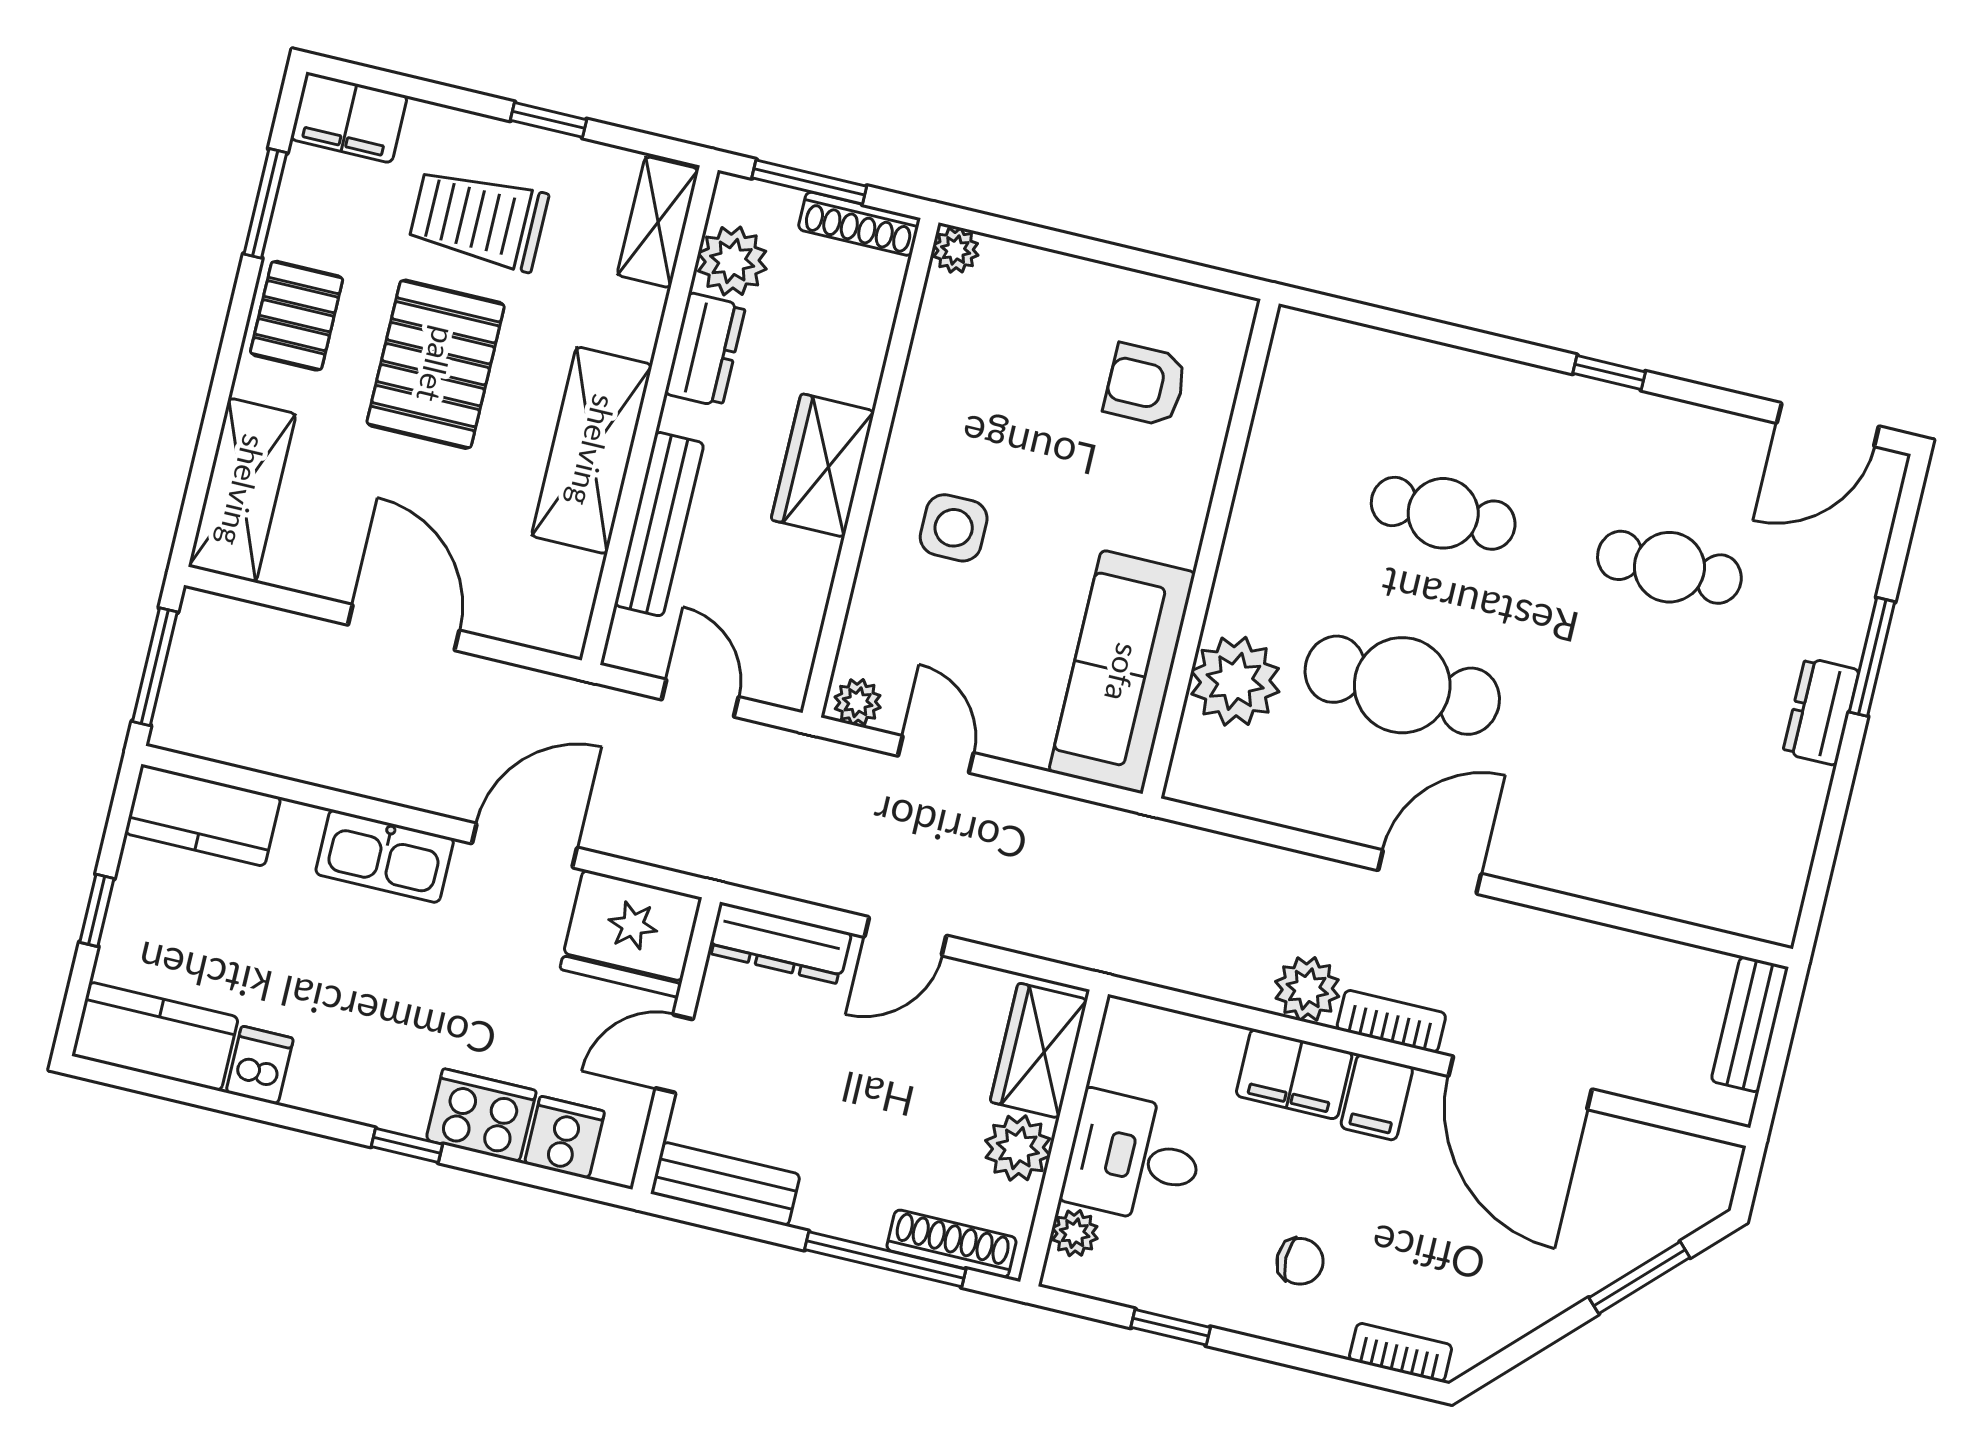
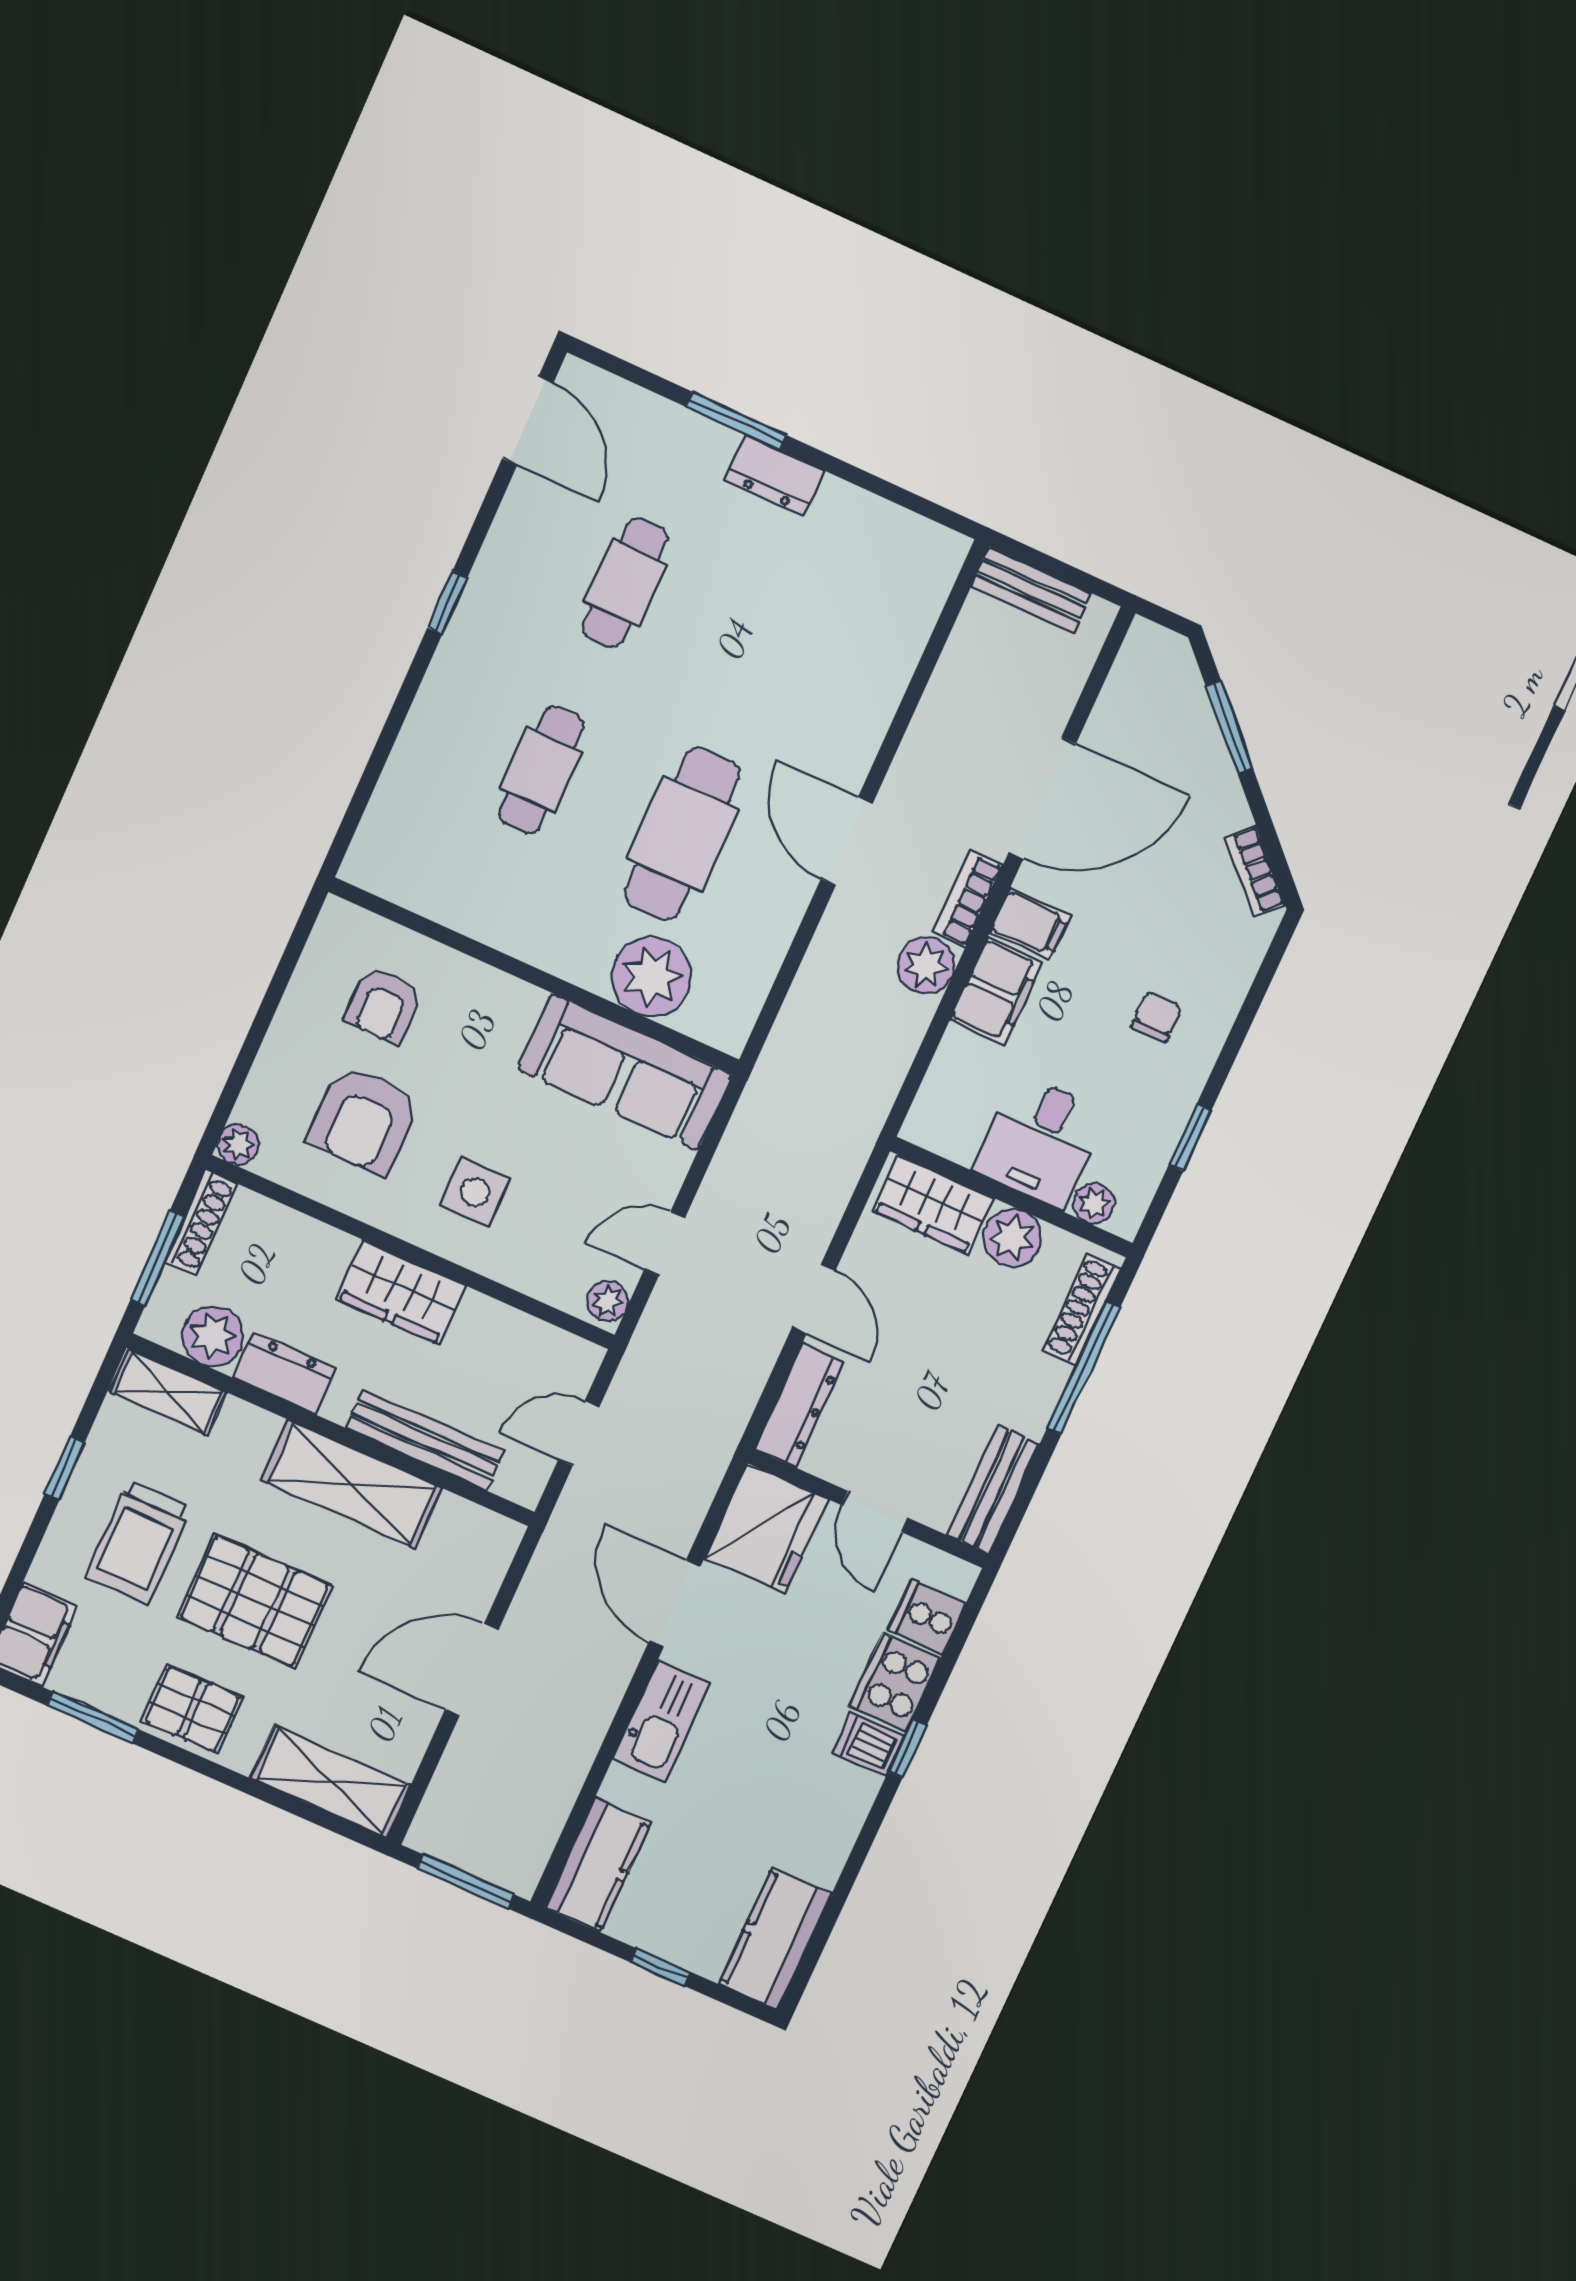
armchair: (1012, 387) -> (364, 1119), added
dishwasher: (260, 1065) -> (868, 1744), moved
bookcase: (1401, 1352) -> (1255, 871), moved, turned -45

